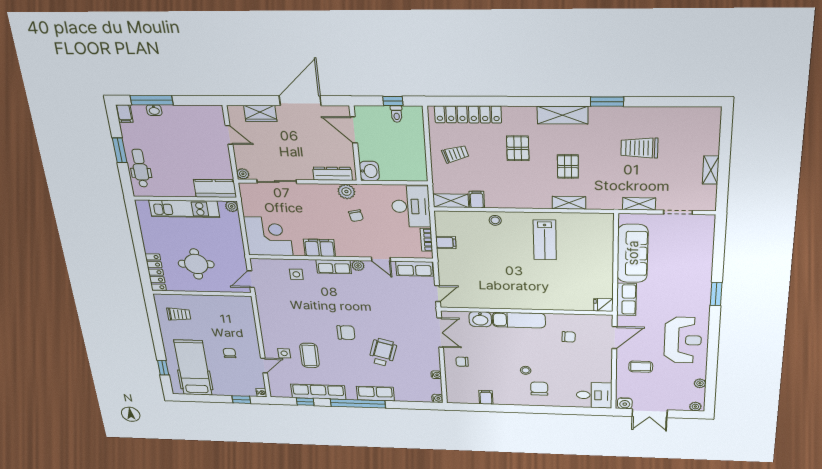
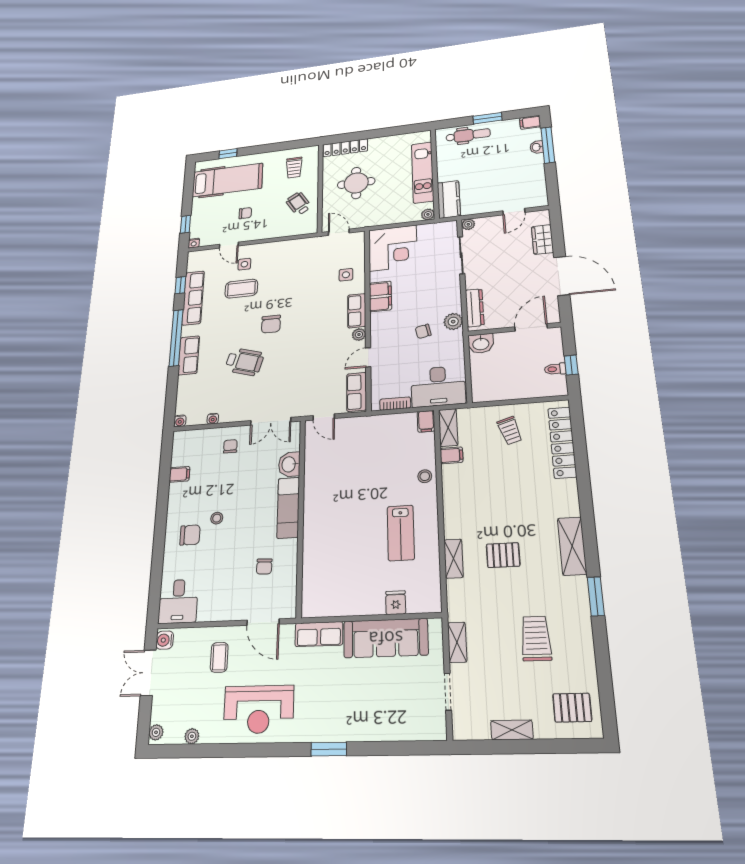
pallet: (518, 148) -> (572, 708), moved
lab bench: (545, 240) -> (401, 533), turned -90
filing cabinet: (446, 242) -> (426, 421), moved
fridge: (603, 305) -> (396, 603), moved
wheelchair: (219, 311) -> (299, 204), added

